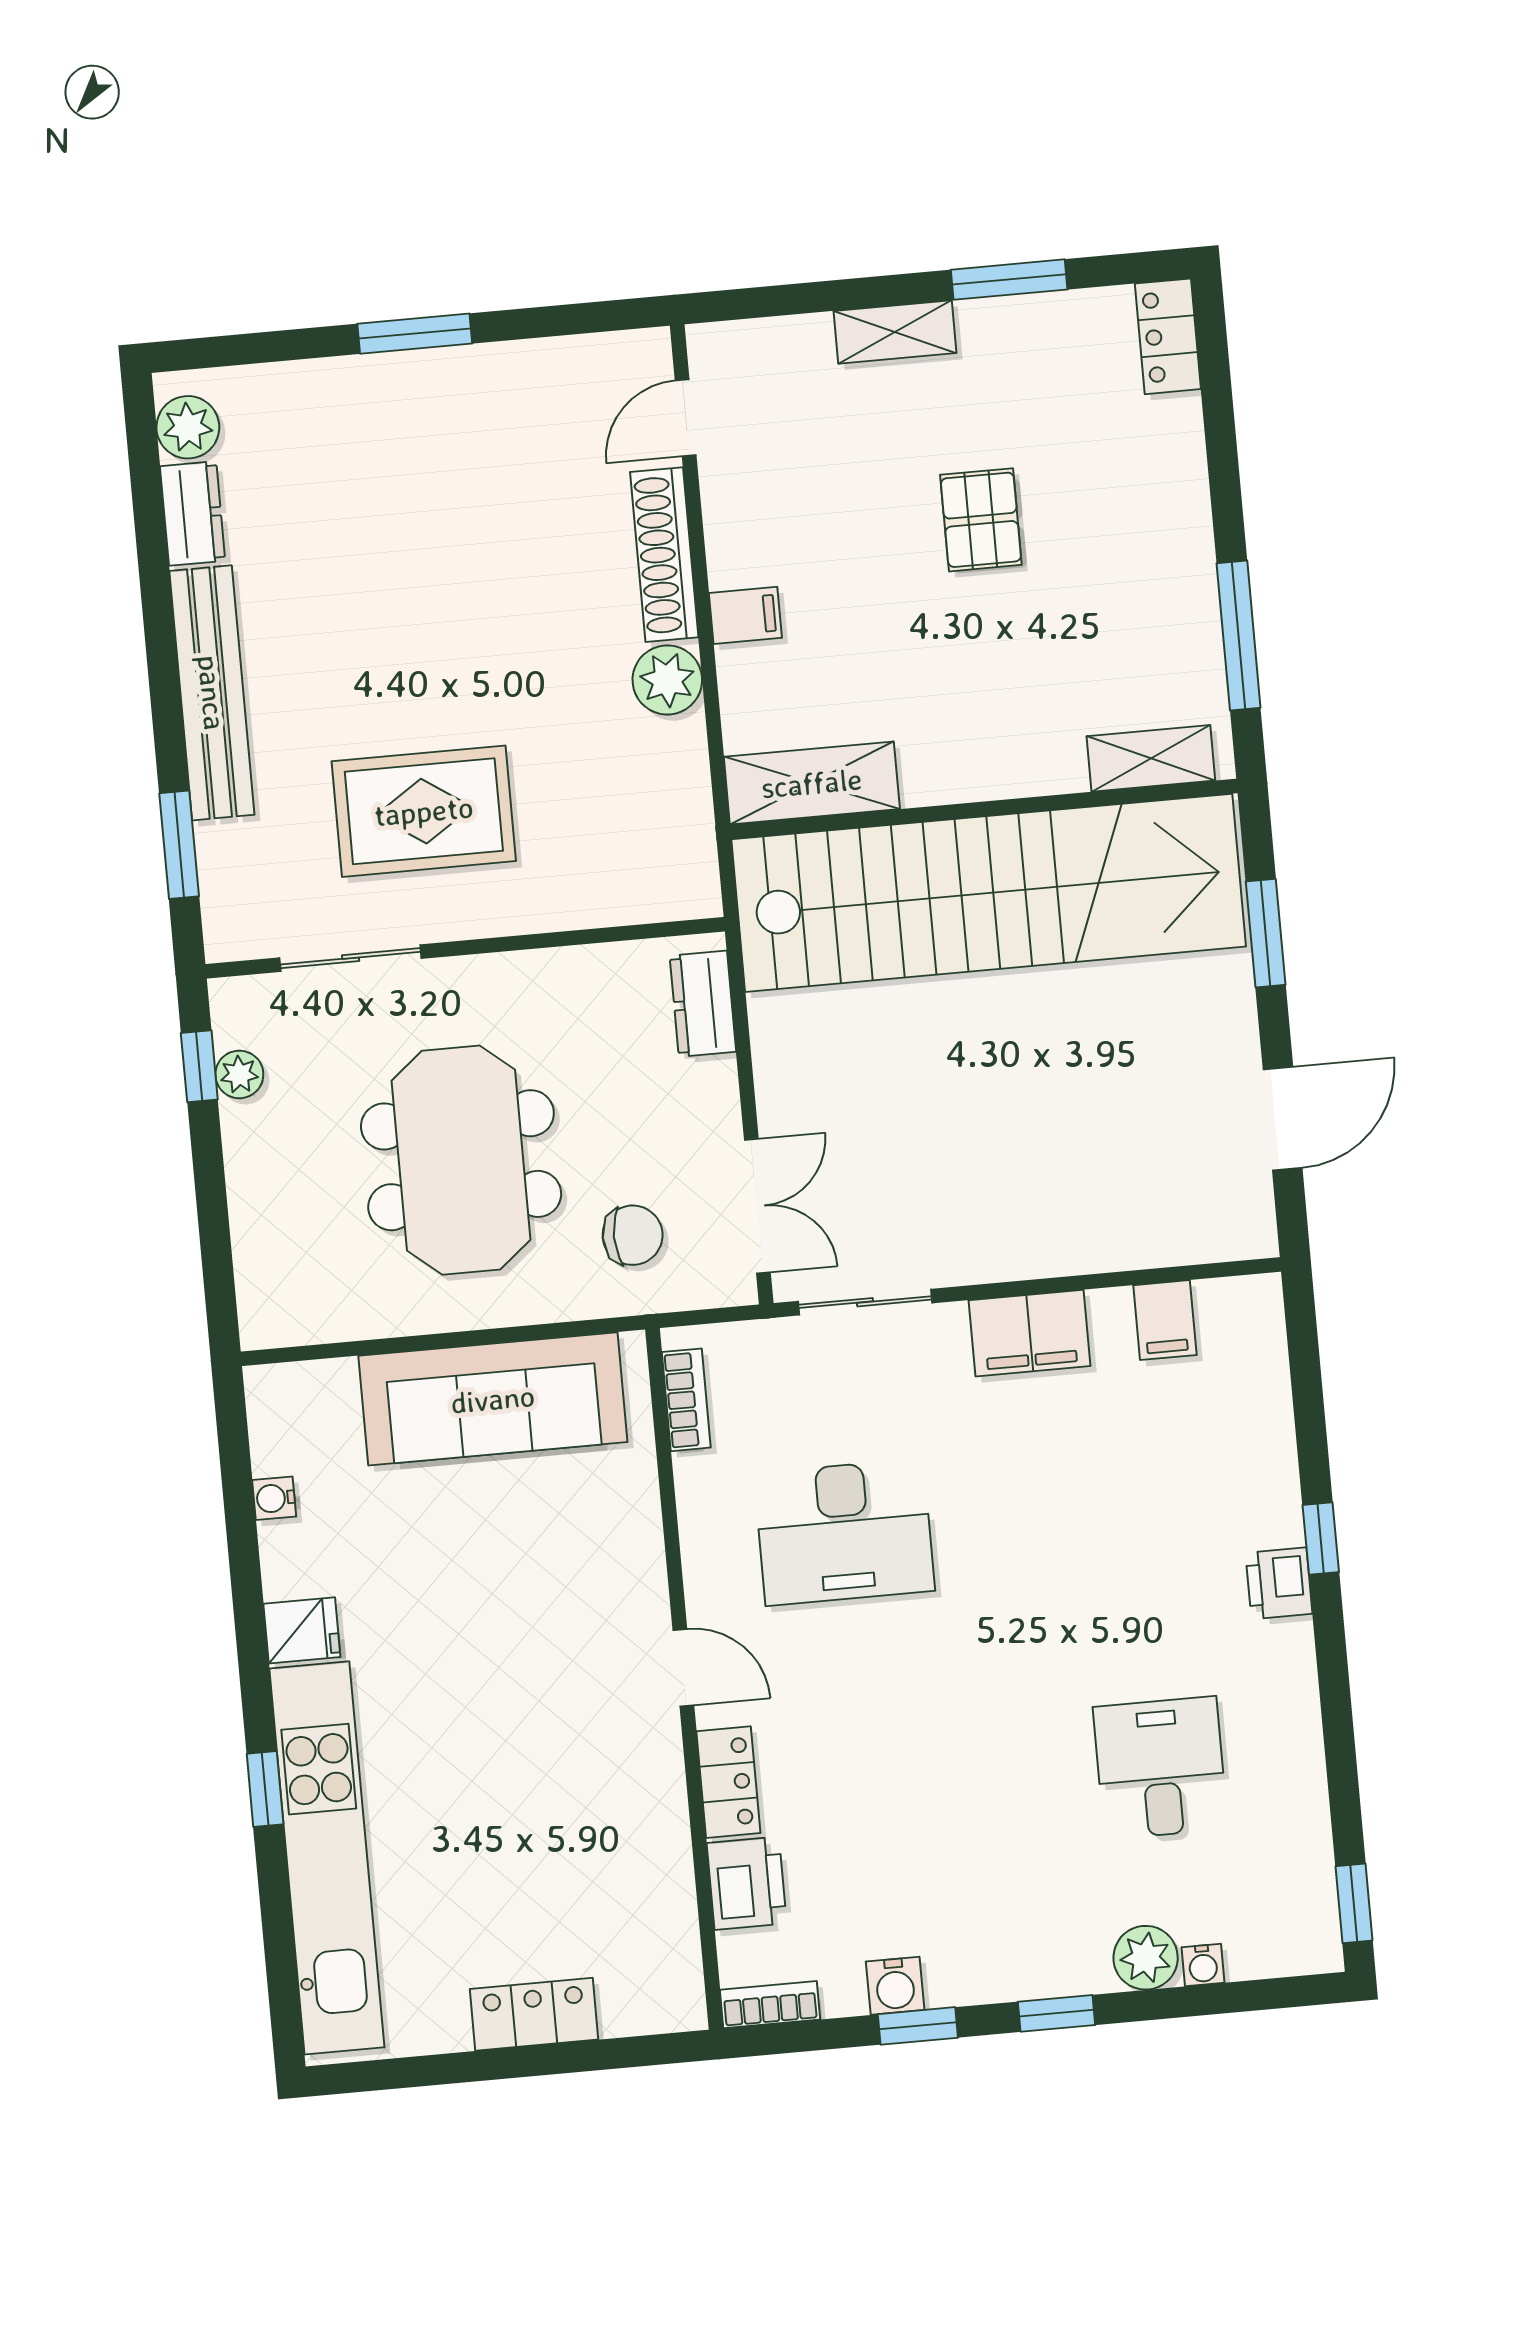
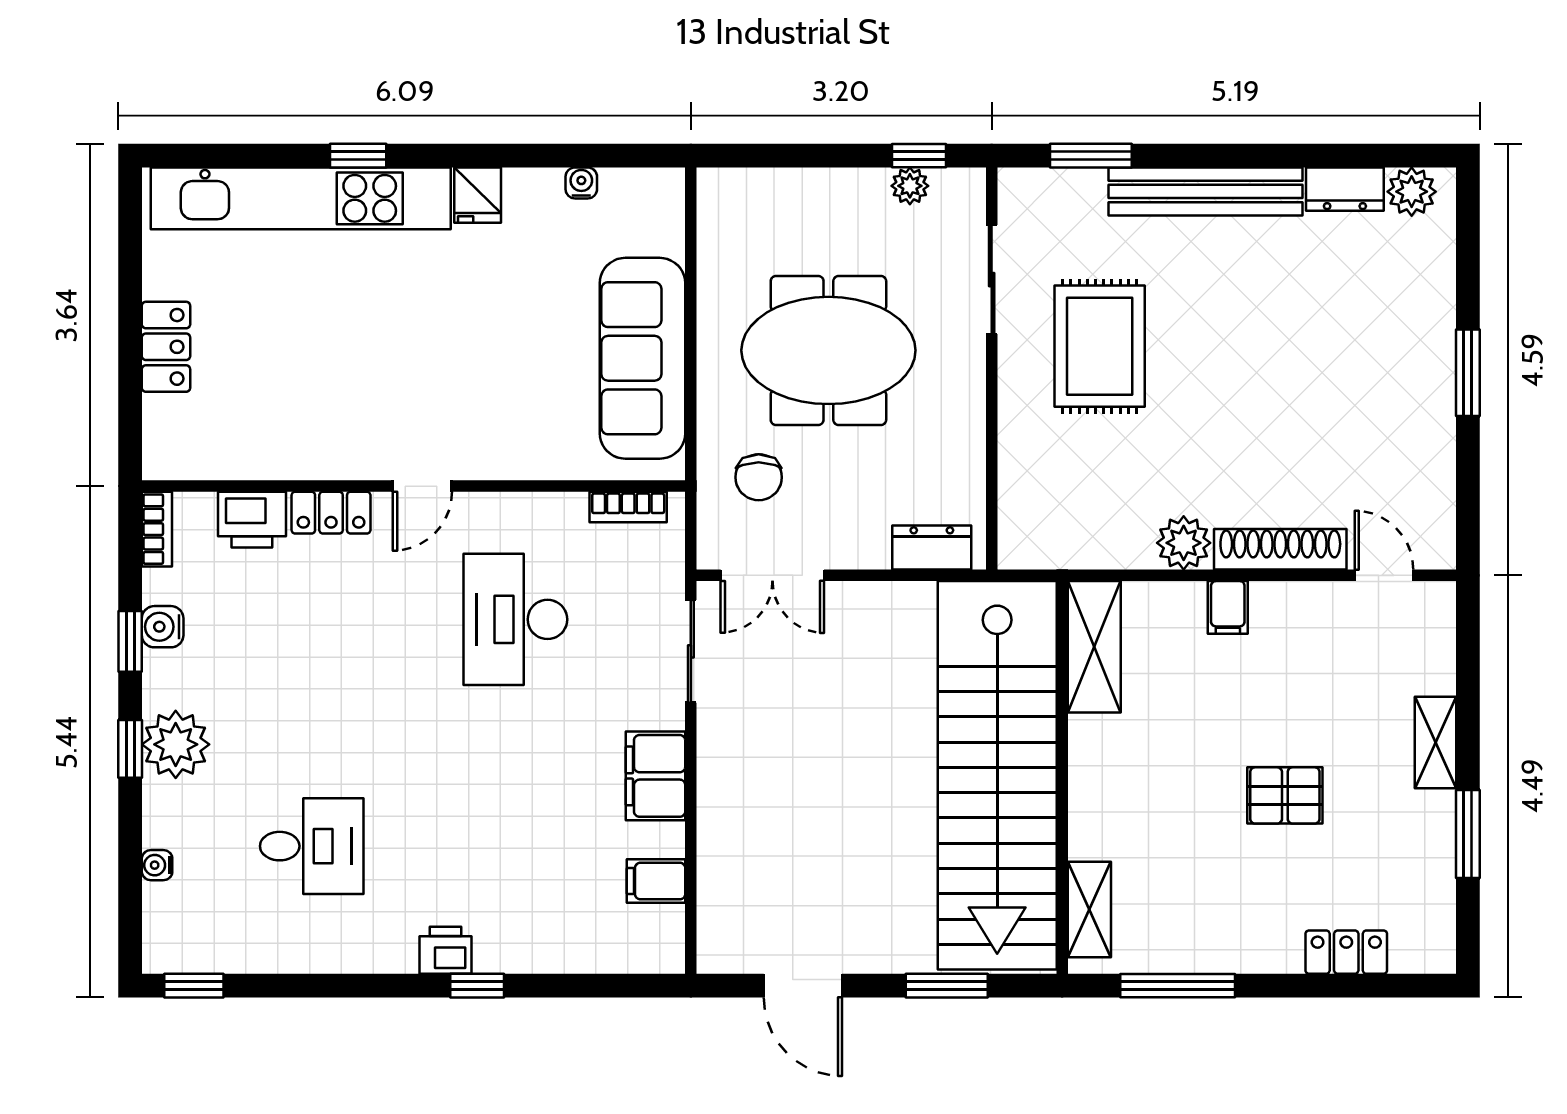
locker: (1168, 336) -> (1346, 952), moved
plant: (1146, 1958) -> (176, 744), moved, width x1.36, depth x1.36

